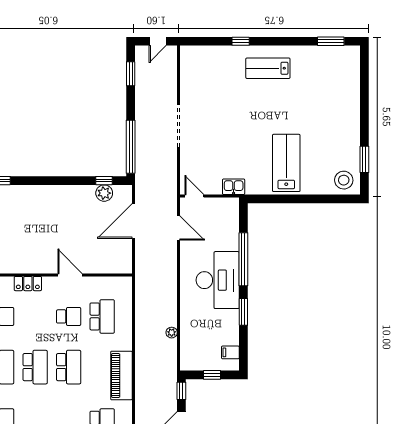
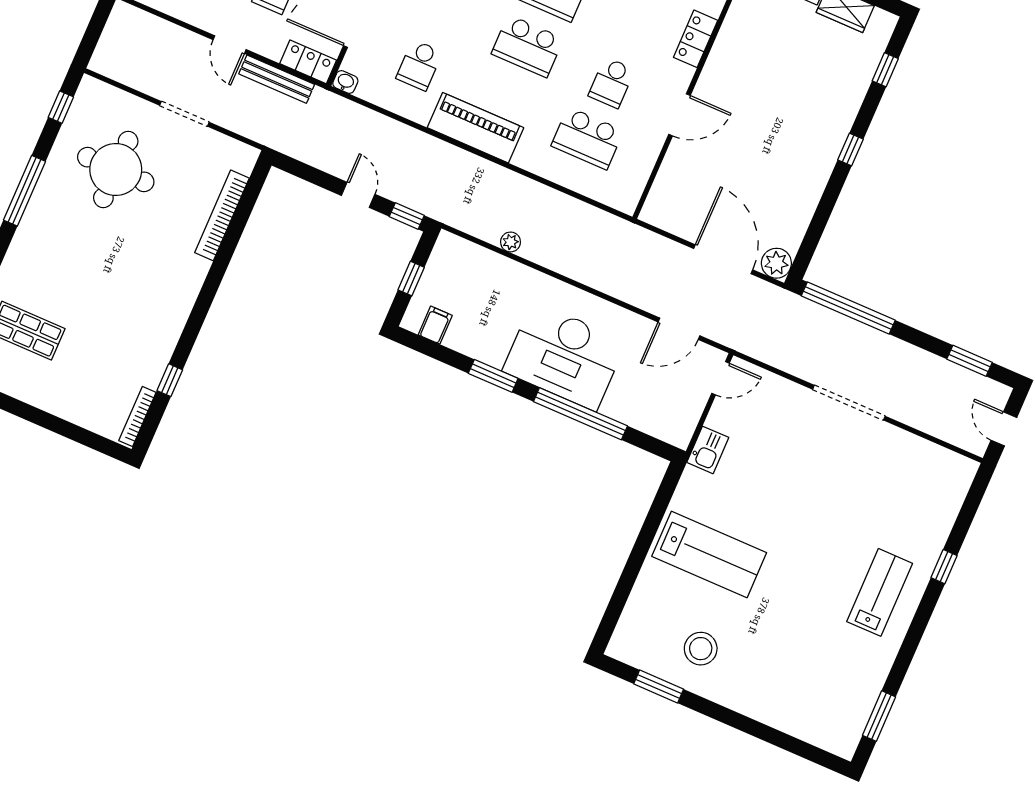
stool: (344, 180) -> (701, 649), moved
window: (104, 181) -> (850, 150), moved
plant: (104, 193) -> (776, 263), moved

